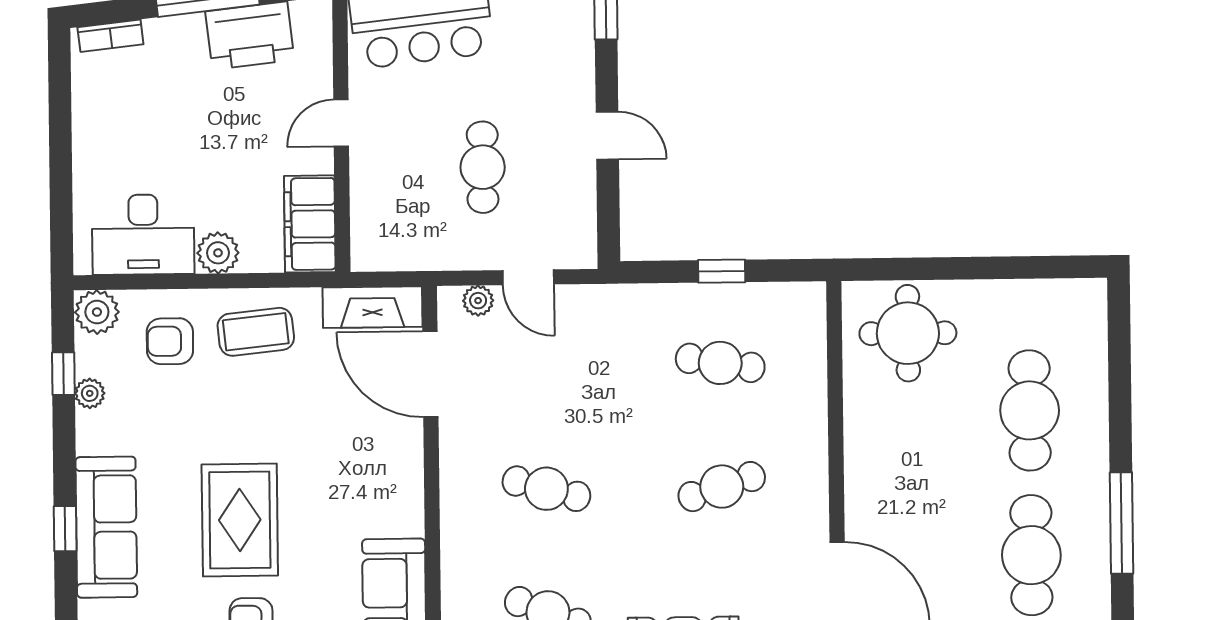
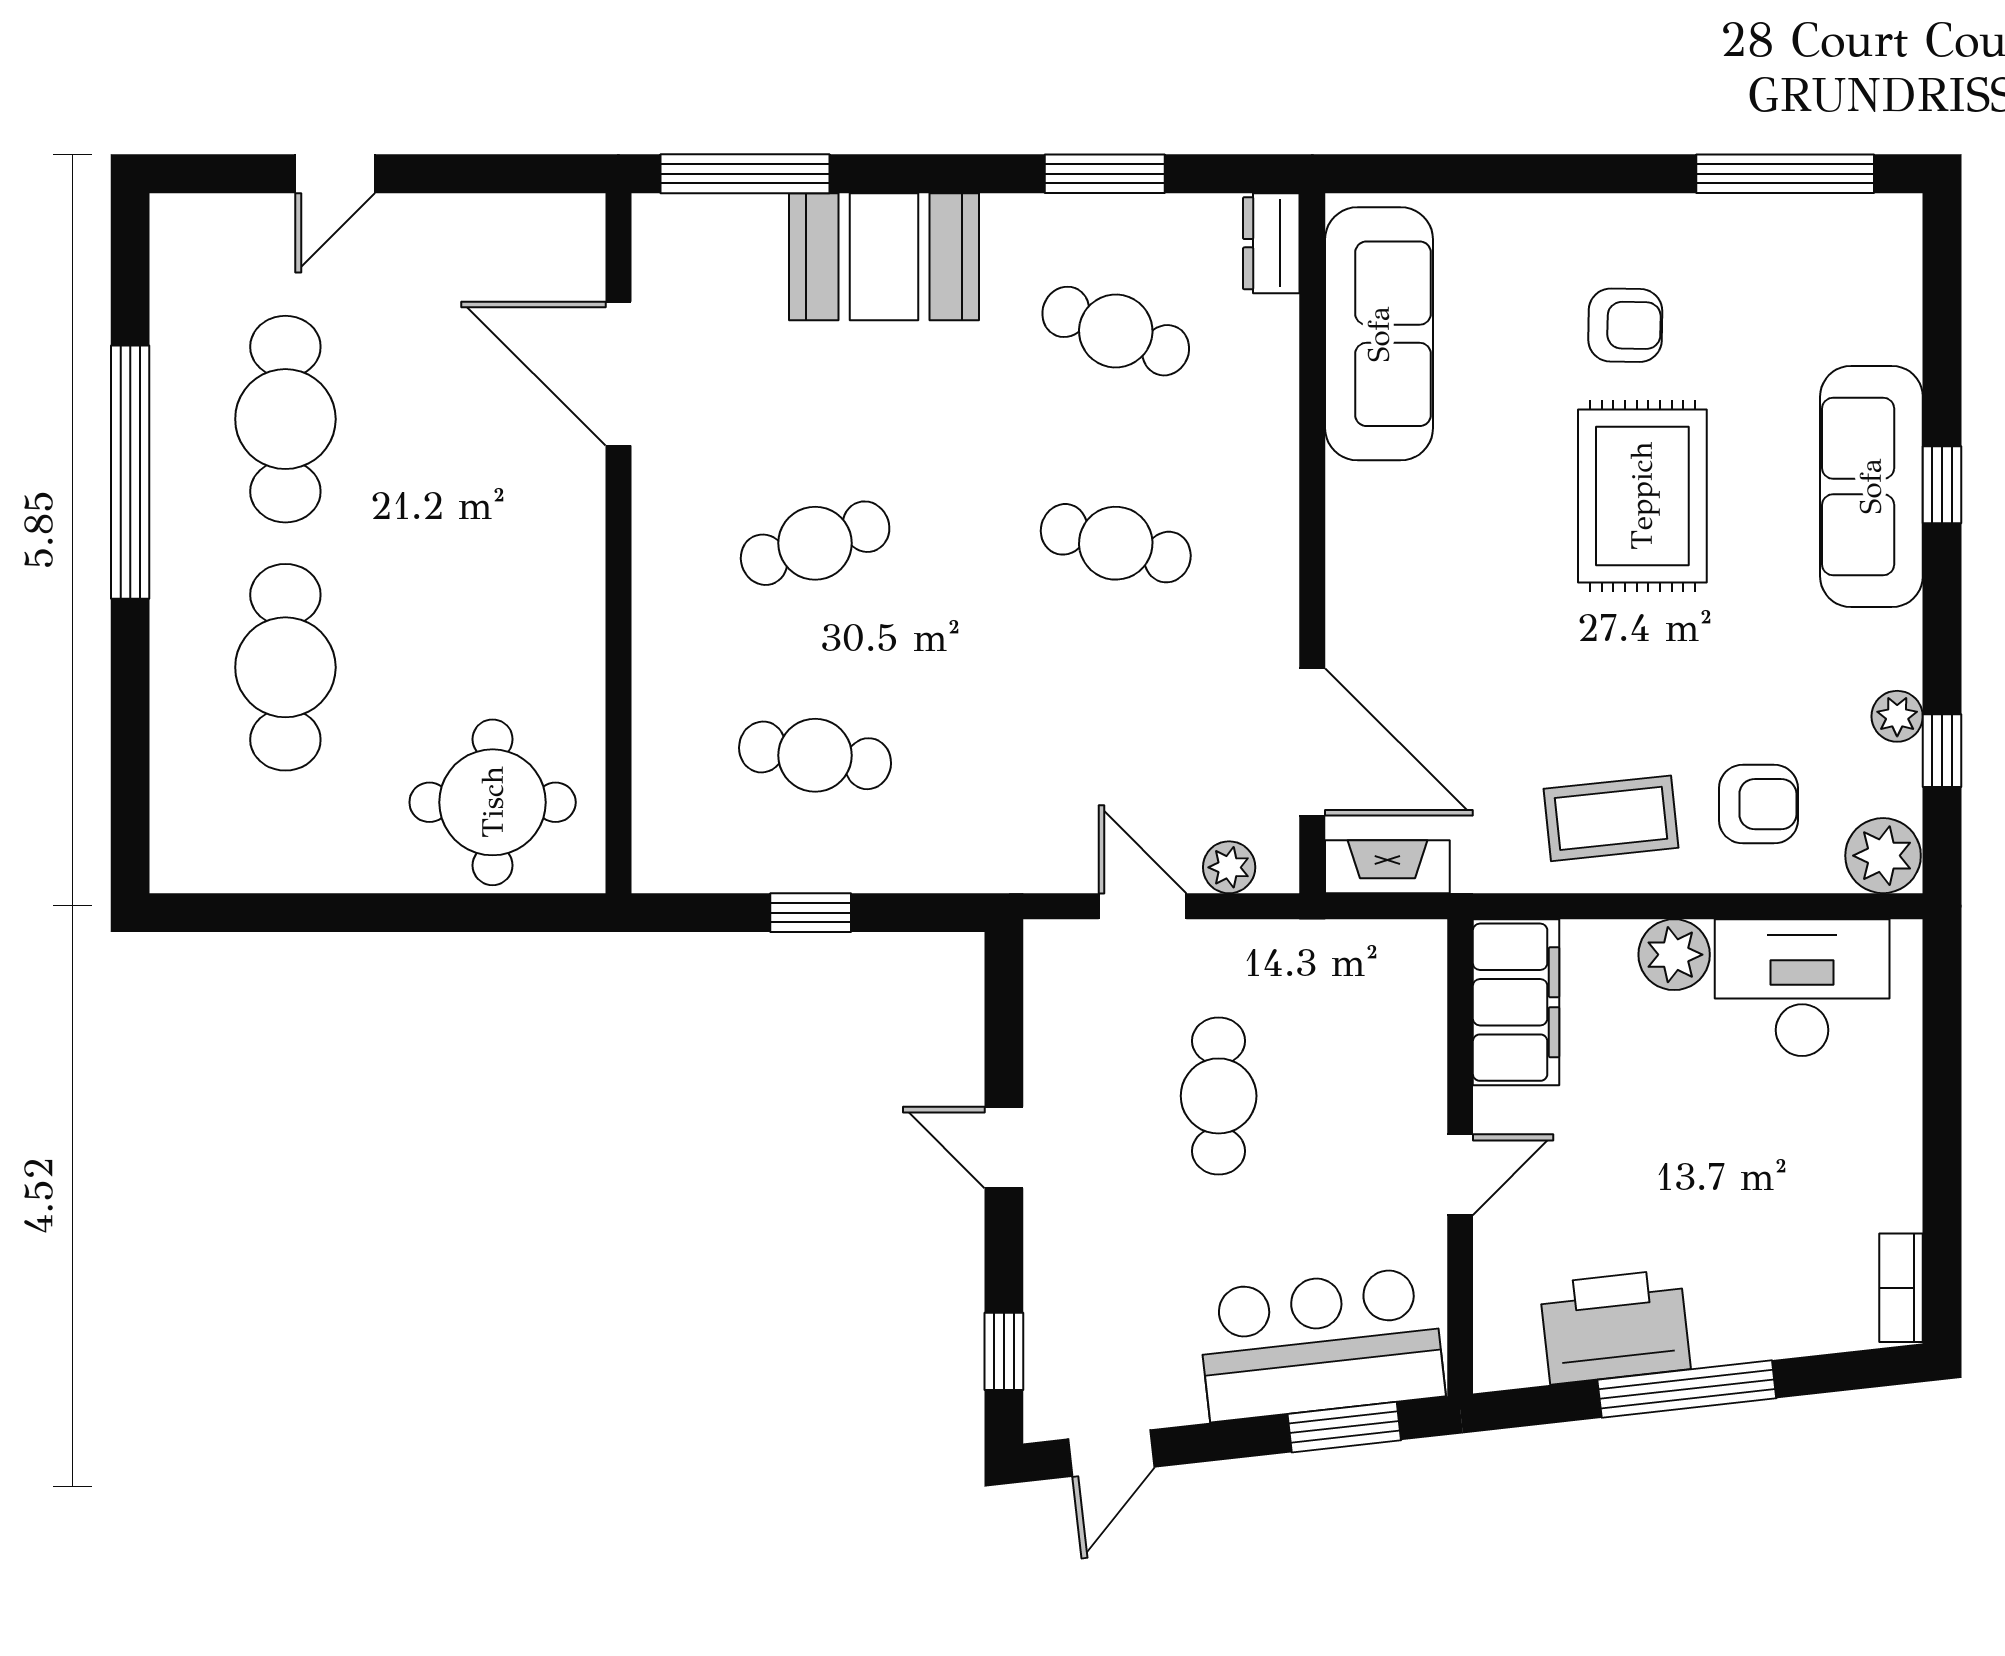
bookcase: (110, 36) -> (1901, 1288), moved, turned -84
fireplace: (372, 307) -> (1387, 867), width x0.73, depth x0.76
window: (1121, 523) -> (130, 472), width x1.46

